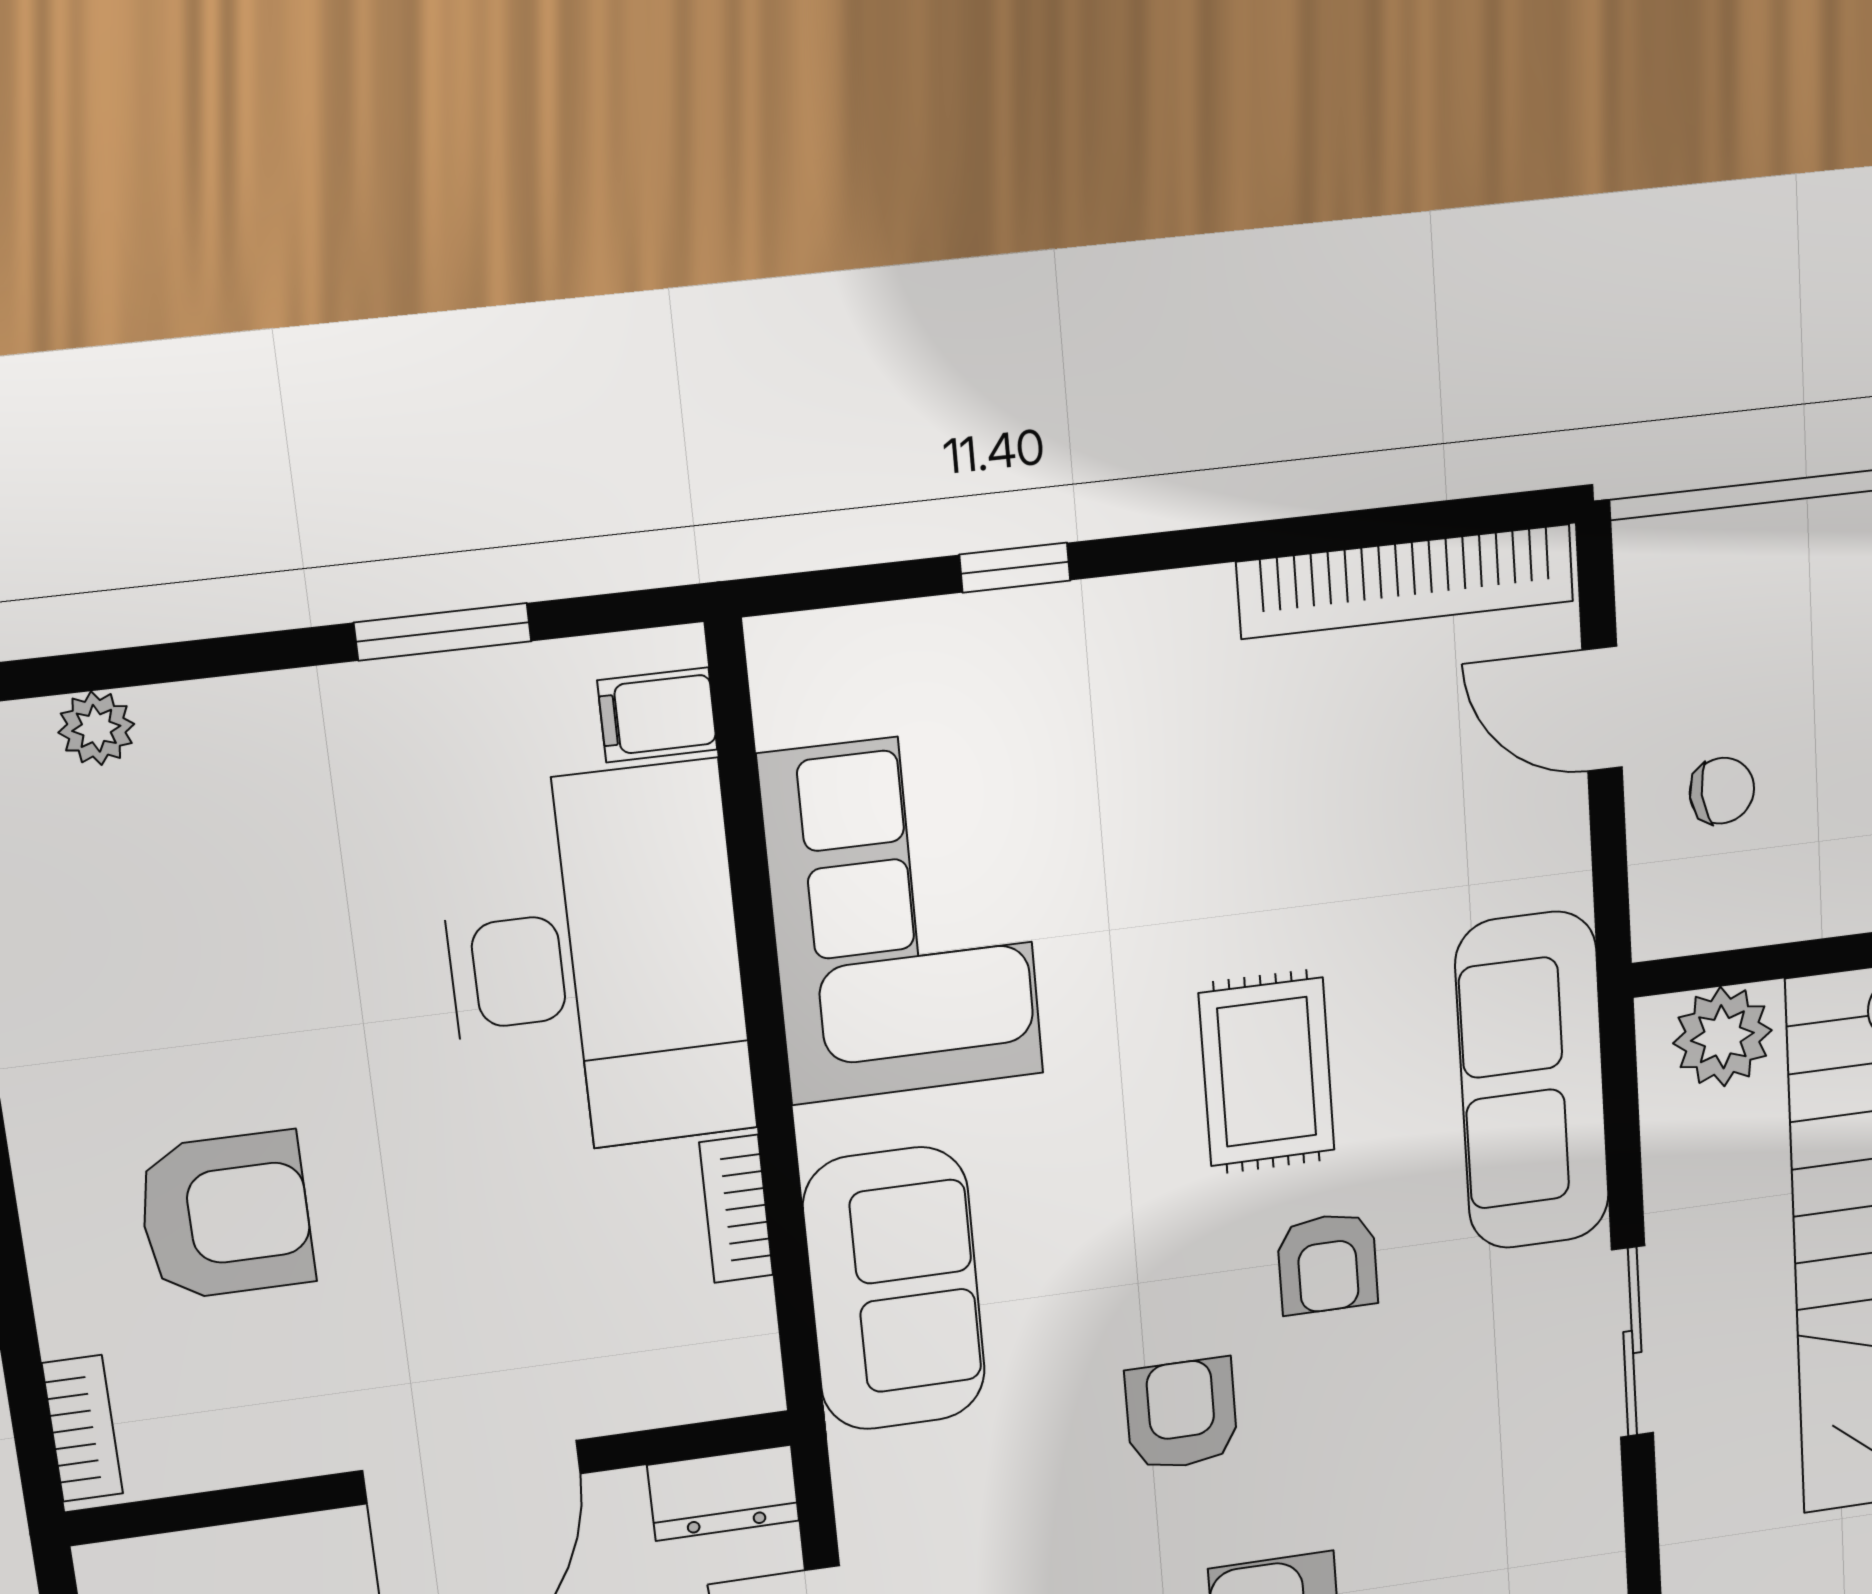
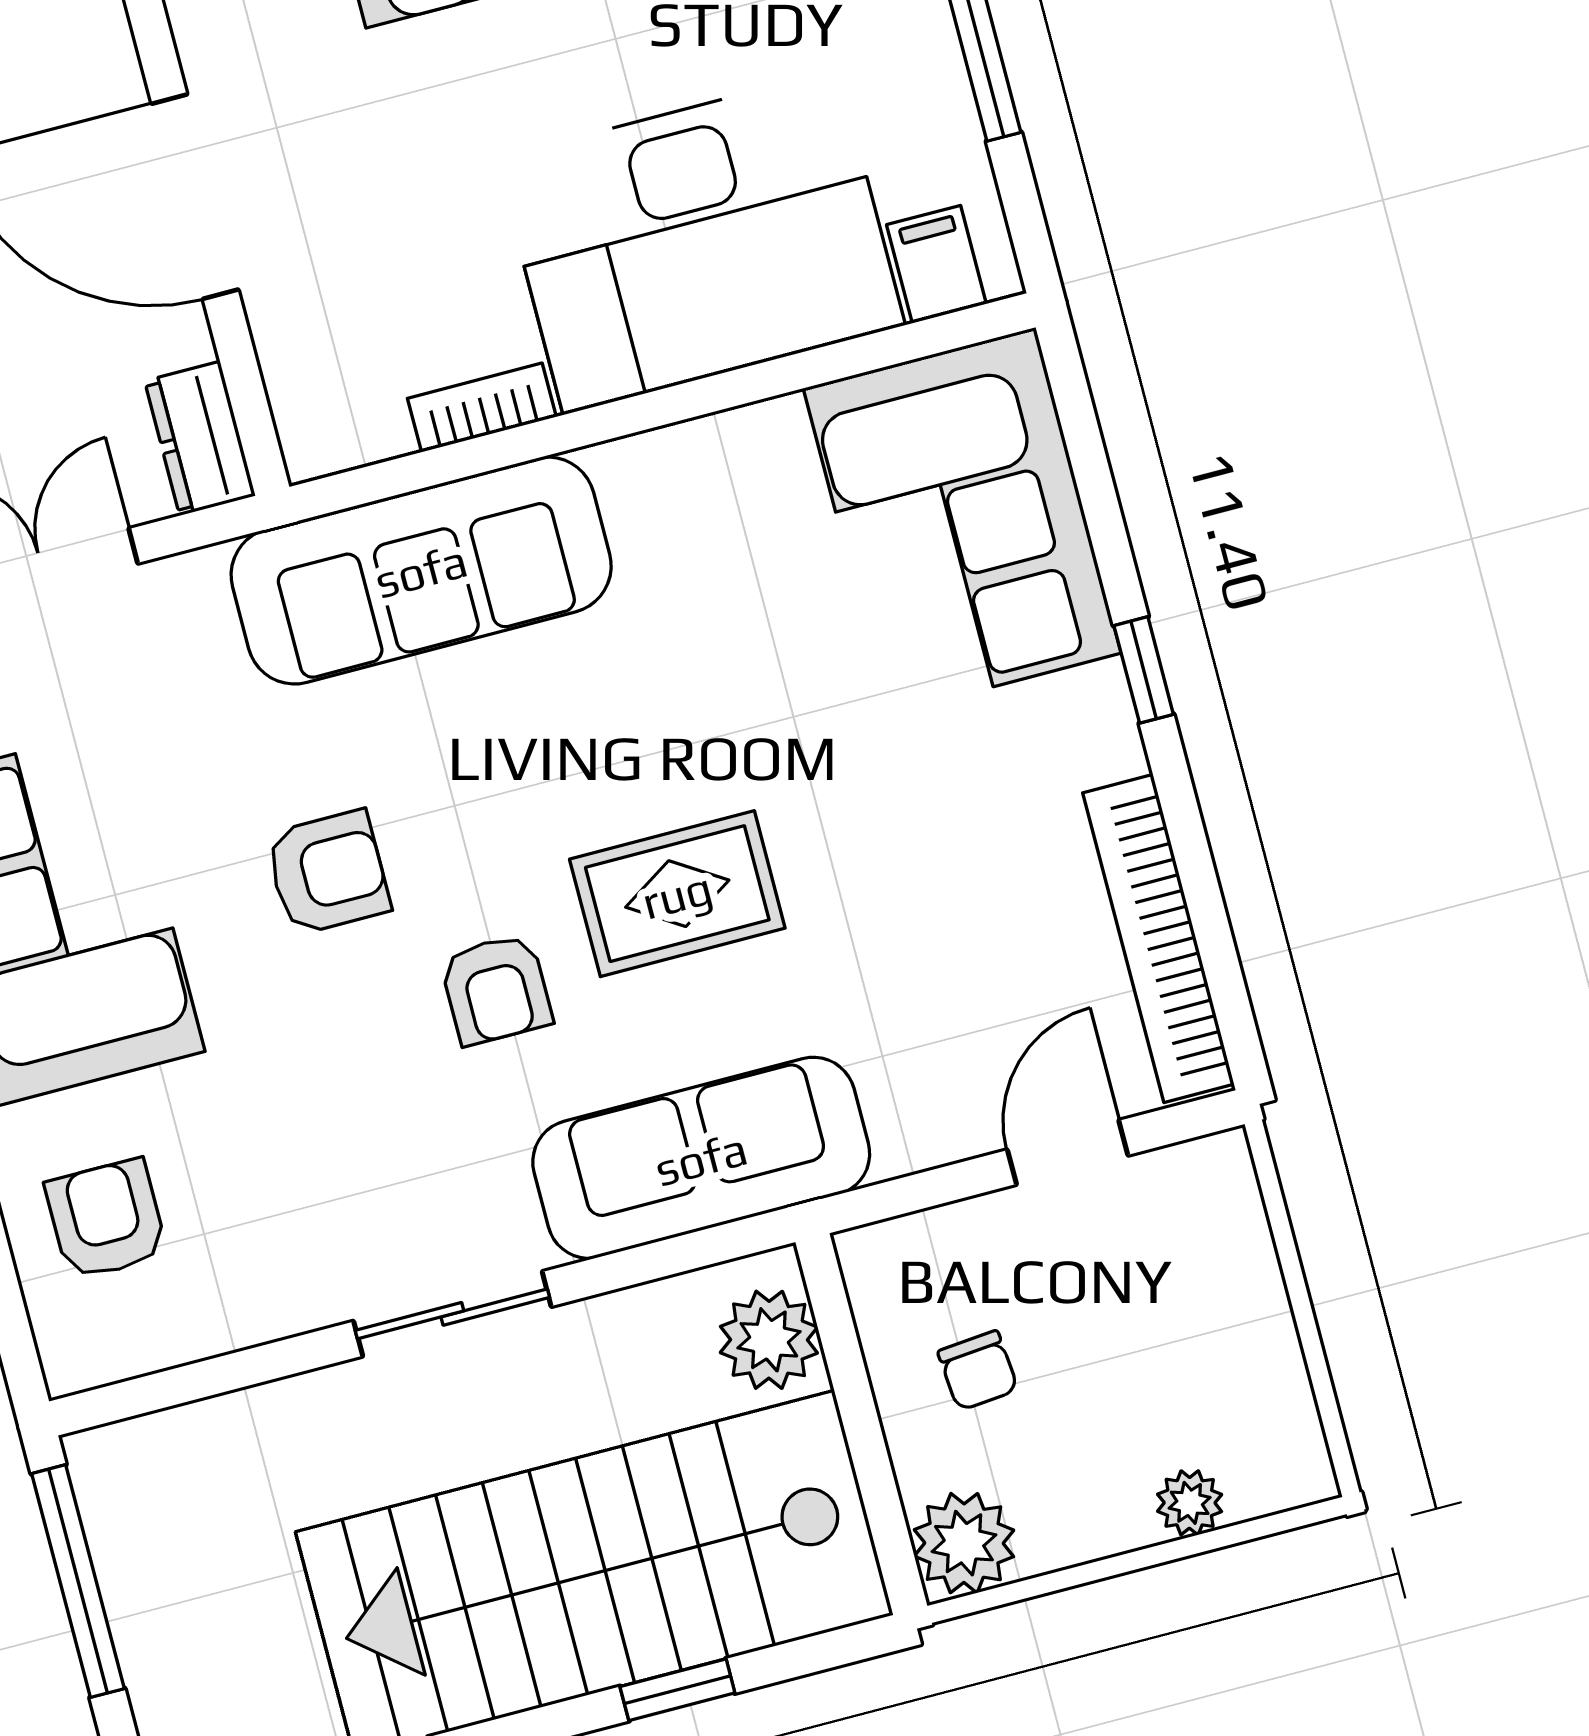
window: (1015, 568) -> (1144, 670), moved
chair: (1722, 791) -> (978, 1370), moved
corner sofa: (902, 915) -> (962, 521), moved, turned 90
armchair: (1328, 1263) -> (496, 989), turned -90
sofa: (894, 1289) -> (421, 570), width x1.36

